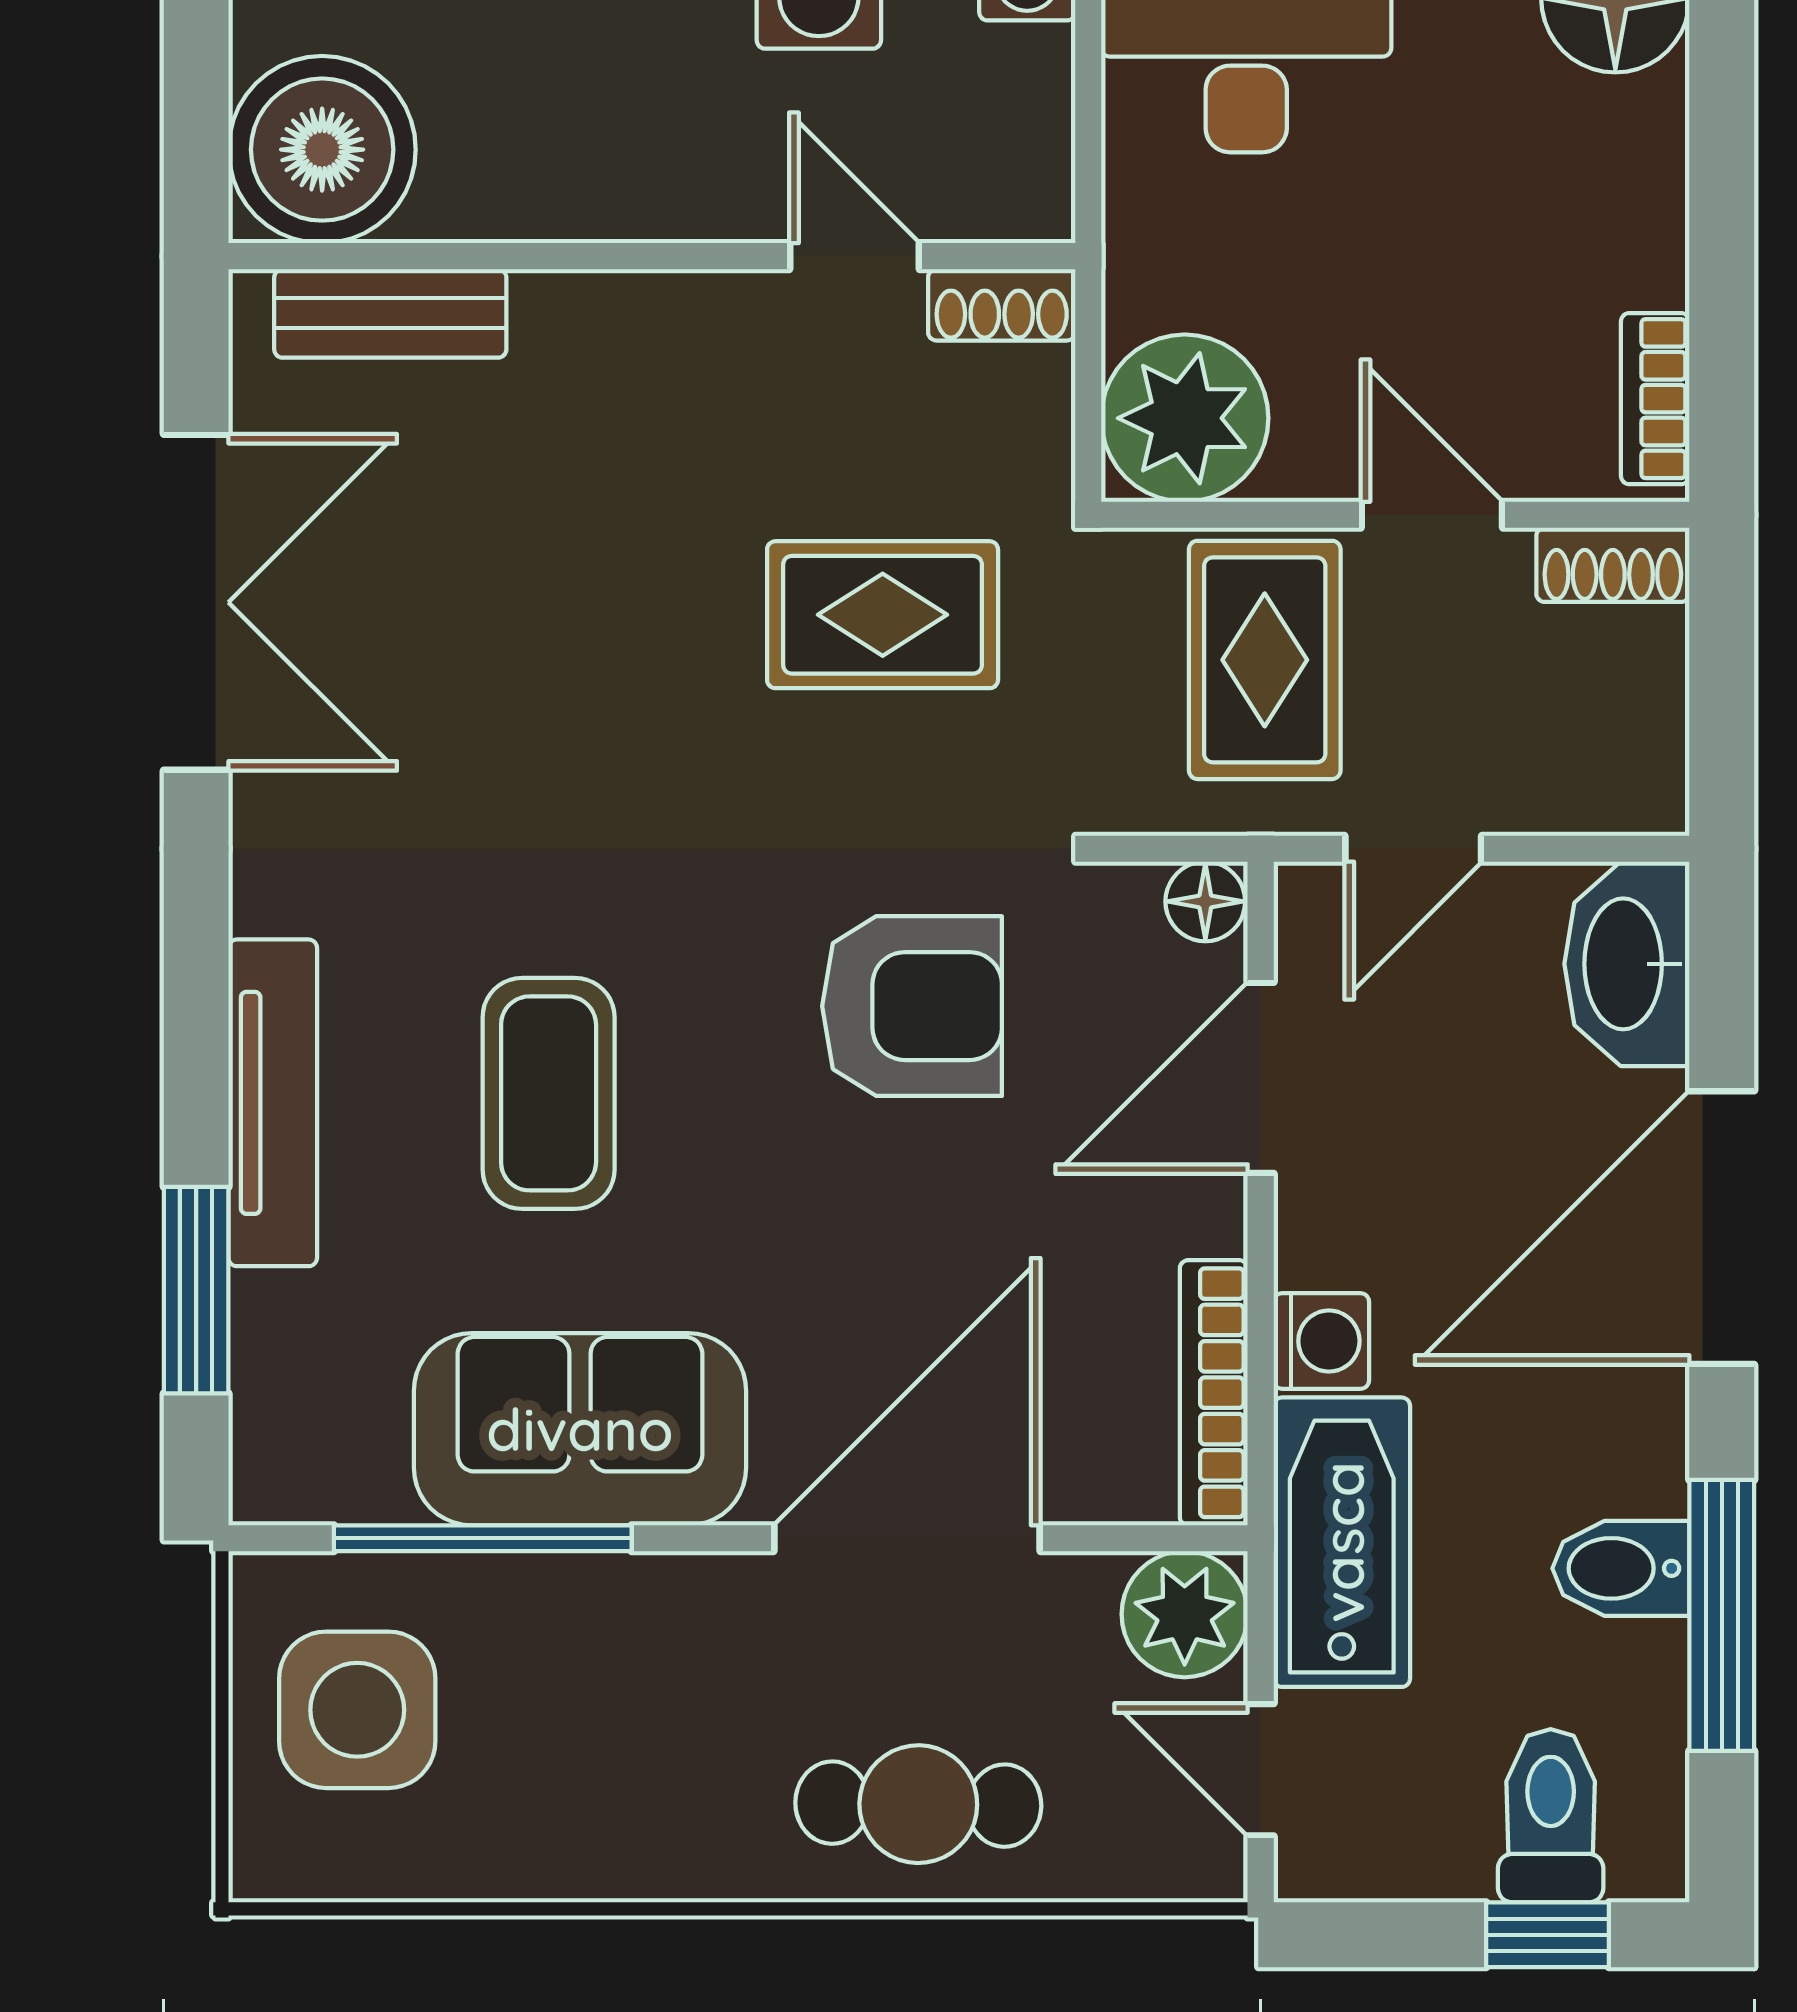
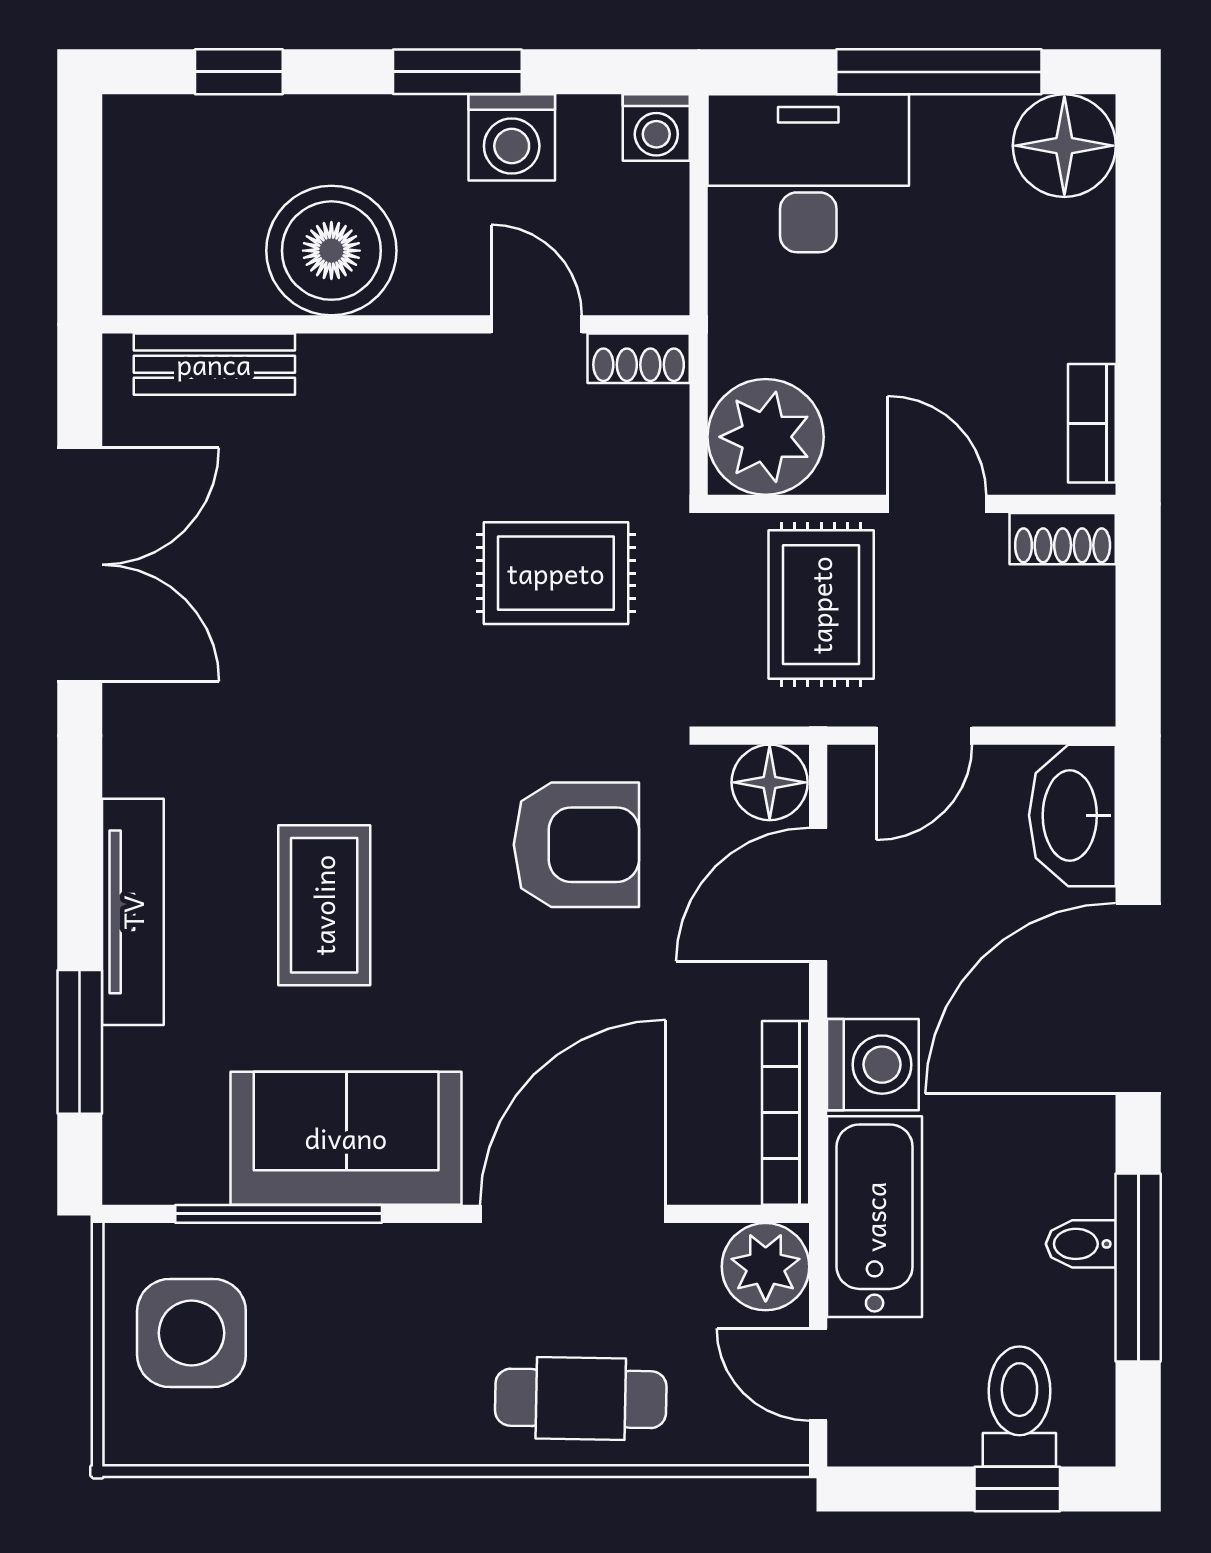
boiler: (322, 150) -> (331, 251), moved
floor lamp: (1205, 901) -> (770, 782), width x1.37, depth x1.37
washing machine: (1321, 1341) -> (873, 1065), width x1.38, depth x1.38
bidet: (1621, 1568) -> (1081, 1244), width x0.72, depth x0.74

